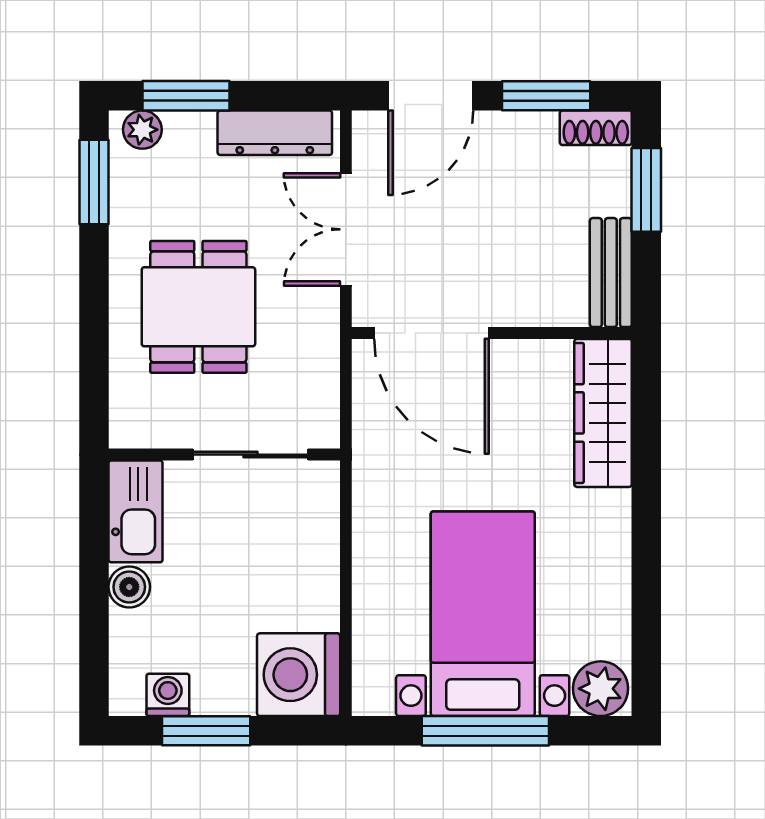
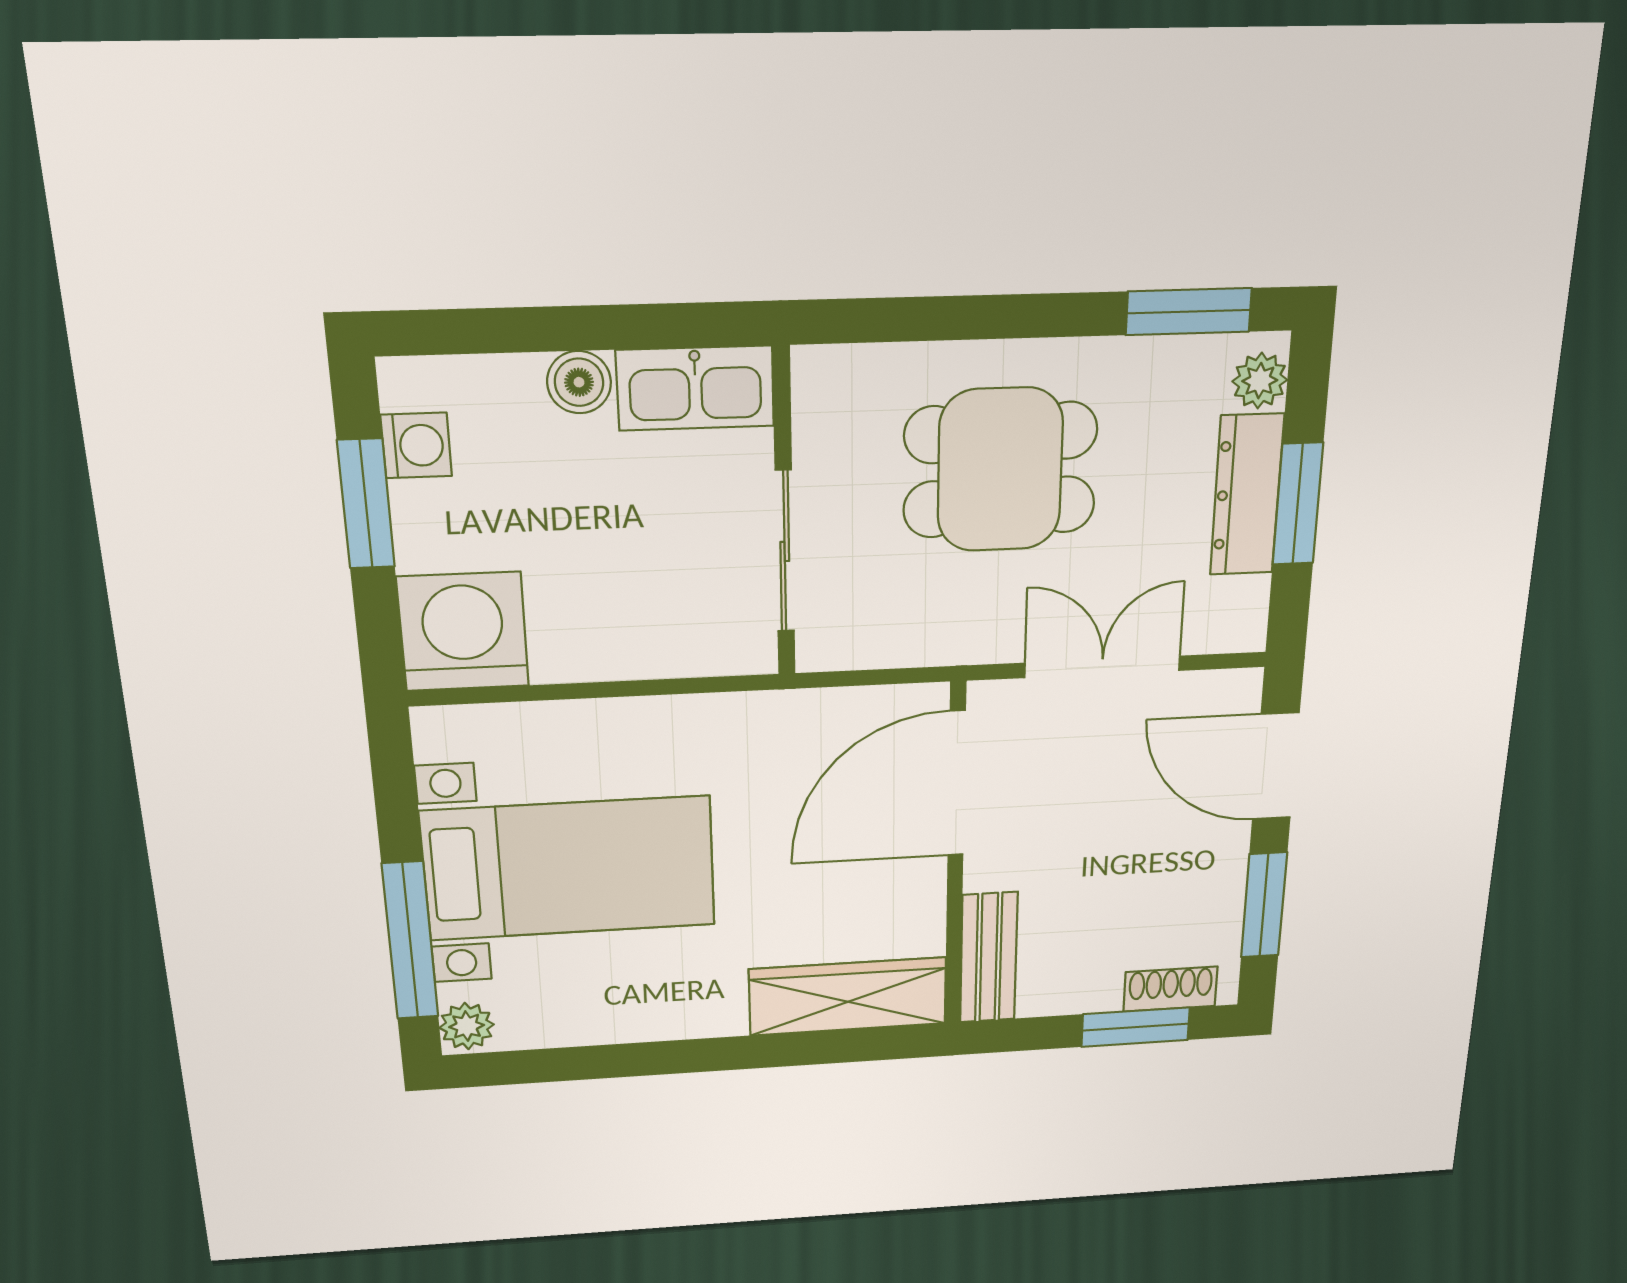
window: (186, 96) -> (1298, 504), moved
shoe rack: (596, 128) -> (1170, 989), moved, turned 90
dresser: (275, 133) -> (1247, 495), moved
bench: (611, 273) -> (989, 958), moved, turned 90
plant: (601, 689) -> (467, 1026), width x0.73, depth x0.73
window: (485, 731) -> (410, 941), moved

